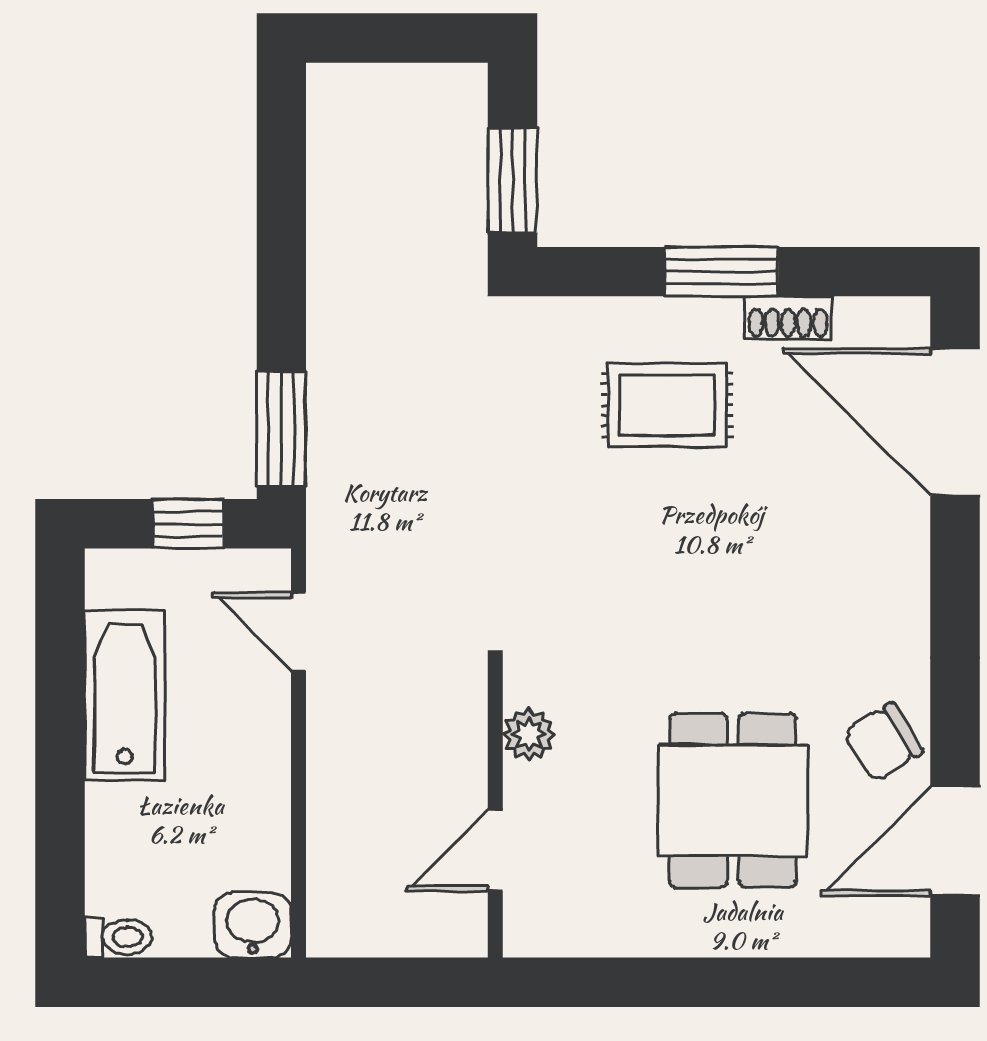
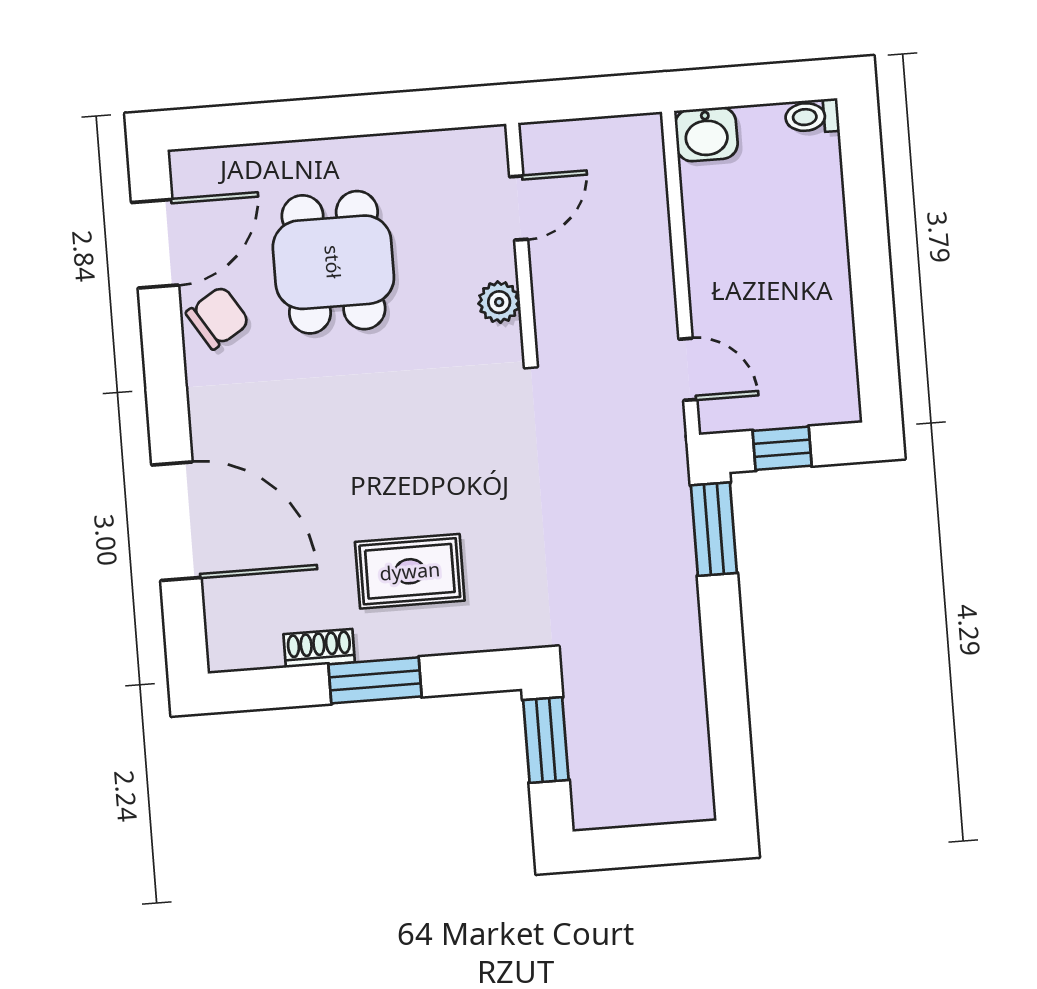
door: (955, 422) -> (176, 521), moved
bathtub: (125, 695) -> (822, 308), removed

